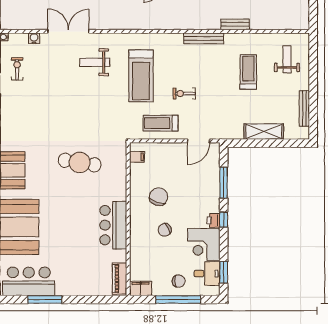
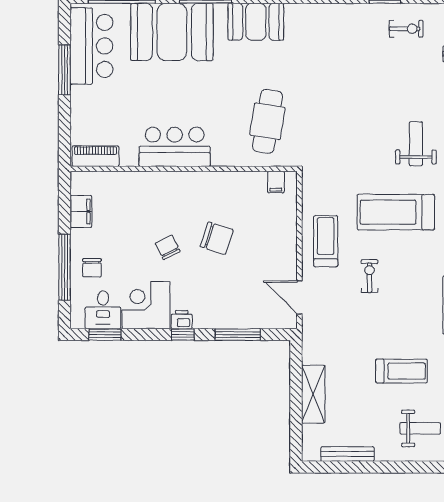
filing cabinet: (137, 157) -> (276, 182), moved
wall: (128, 219) -> (184, 169), moved
bar counter: (113, 225) -> (175, 147), moved
piano: (120, 279) -> (96, 156), moved

